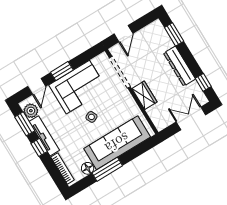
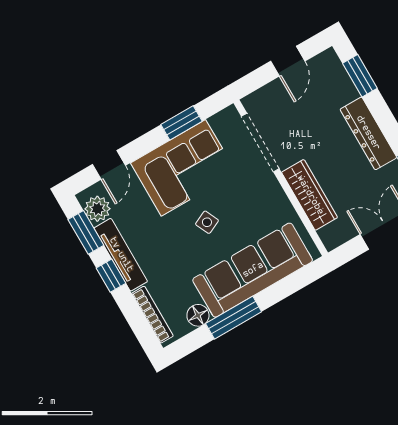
door: (123, 34) -> (288, 61), moved
window: (62, 71) -> (181, 123), moved
wardrobe: (144, 95) -> (310, 195), width x1.50

